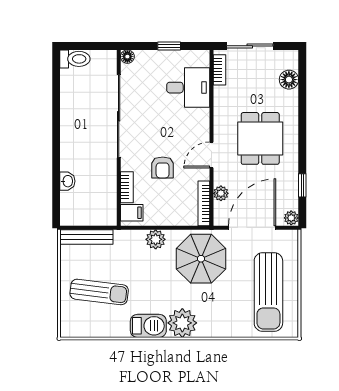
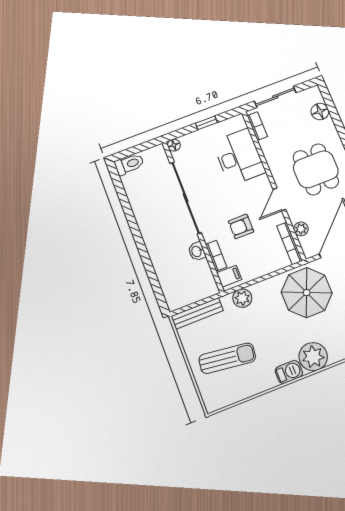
desk: (188, 88) -> (239, 157), width x1.37
armchair: (163, 167) -> (241, 226), turned 90
washbasin: (67, 181) -> (197, 251), moved, turned 180
plant: (156, 239) -> (242, 298), moved
barbecue: (148, 326) -> (289, 372), width x0.73, depth x0.79

